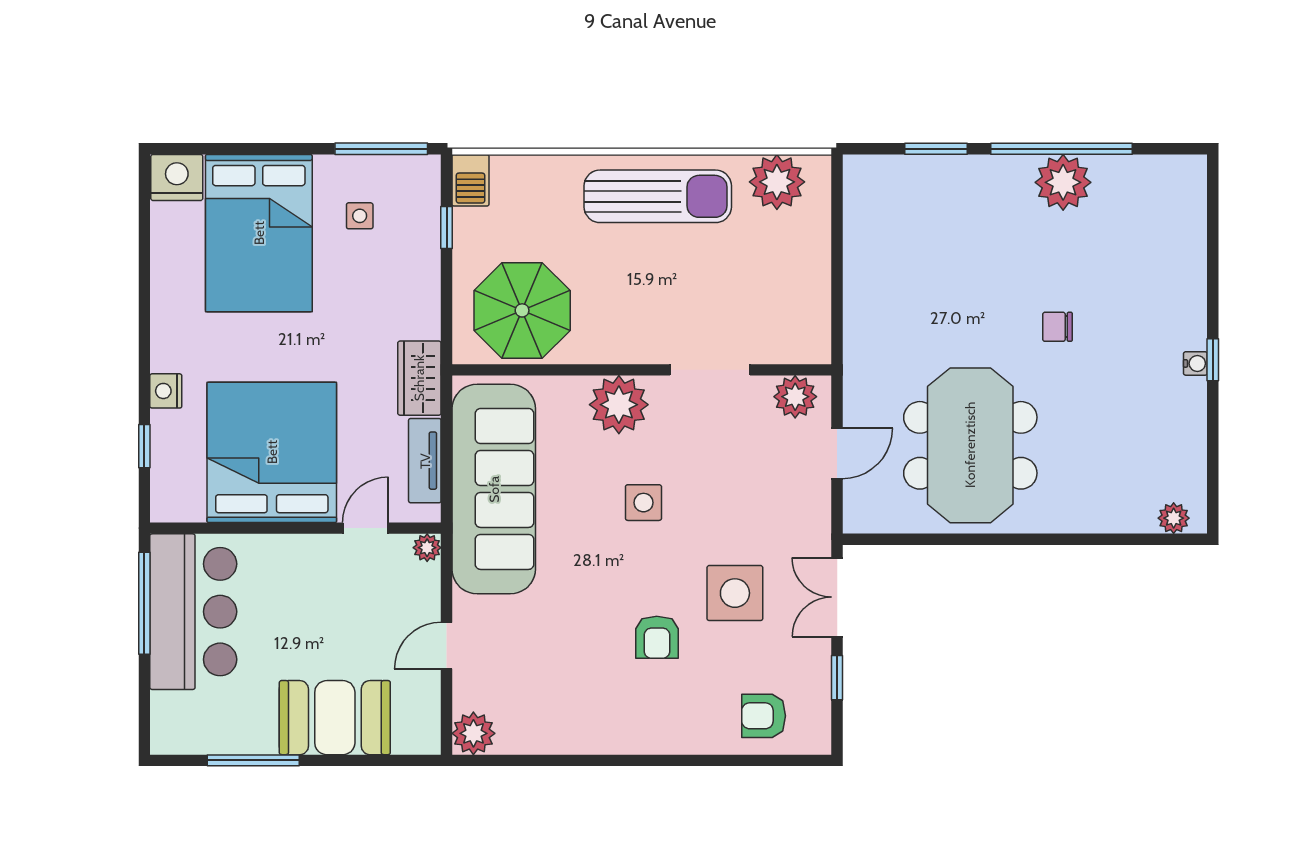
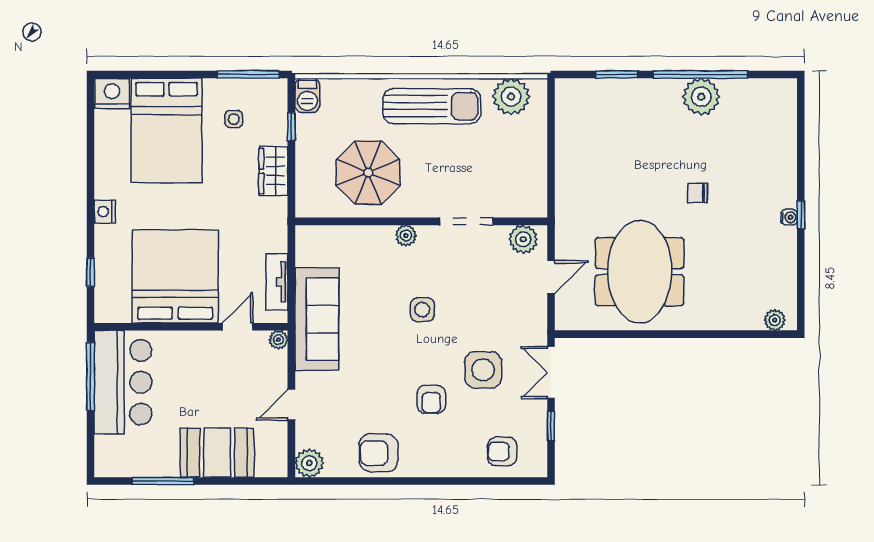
parasol: (522, 310) -> (368, 173), moved
wardrobe: (419, 378) -> (273, 171), moved
nightstand: (166, 391) -> (105, 212), moved
plant: (619, 405) -> (406, 235), width x0.53, depth x0.53
sofa: (494, 489) -> (317, 319), width x0.74, depth x0.79
armchair: (578, 718) -> (379, 453), added

